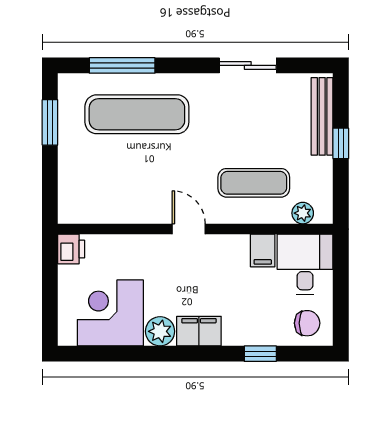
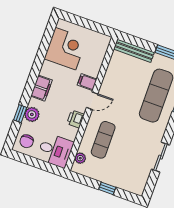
bench: (322, 116) -> (134, 51), moved
printer: (71, 249) -> (75, 119), moved, turned 90
filing cabinet: (263, 251) -> (87, 82), moved
plant: (160, 331) -> (32, 114), moved

